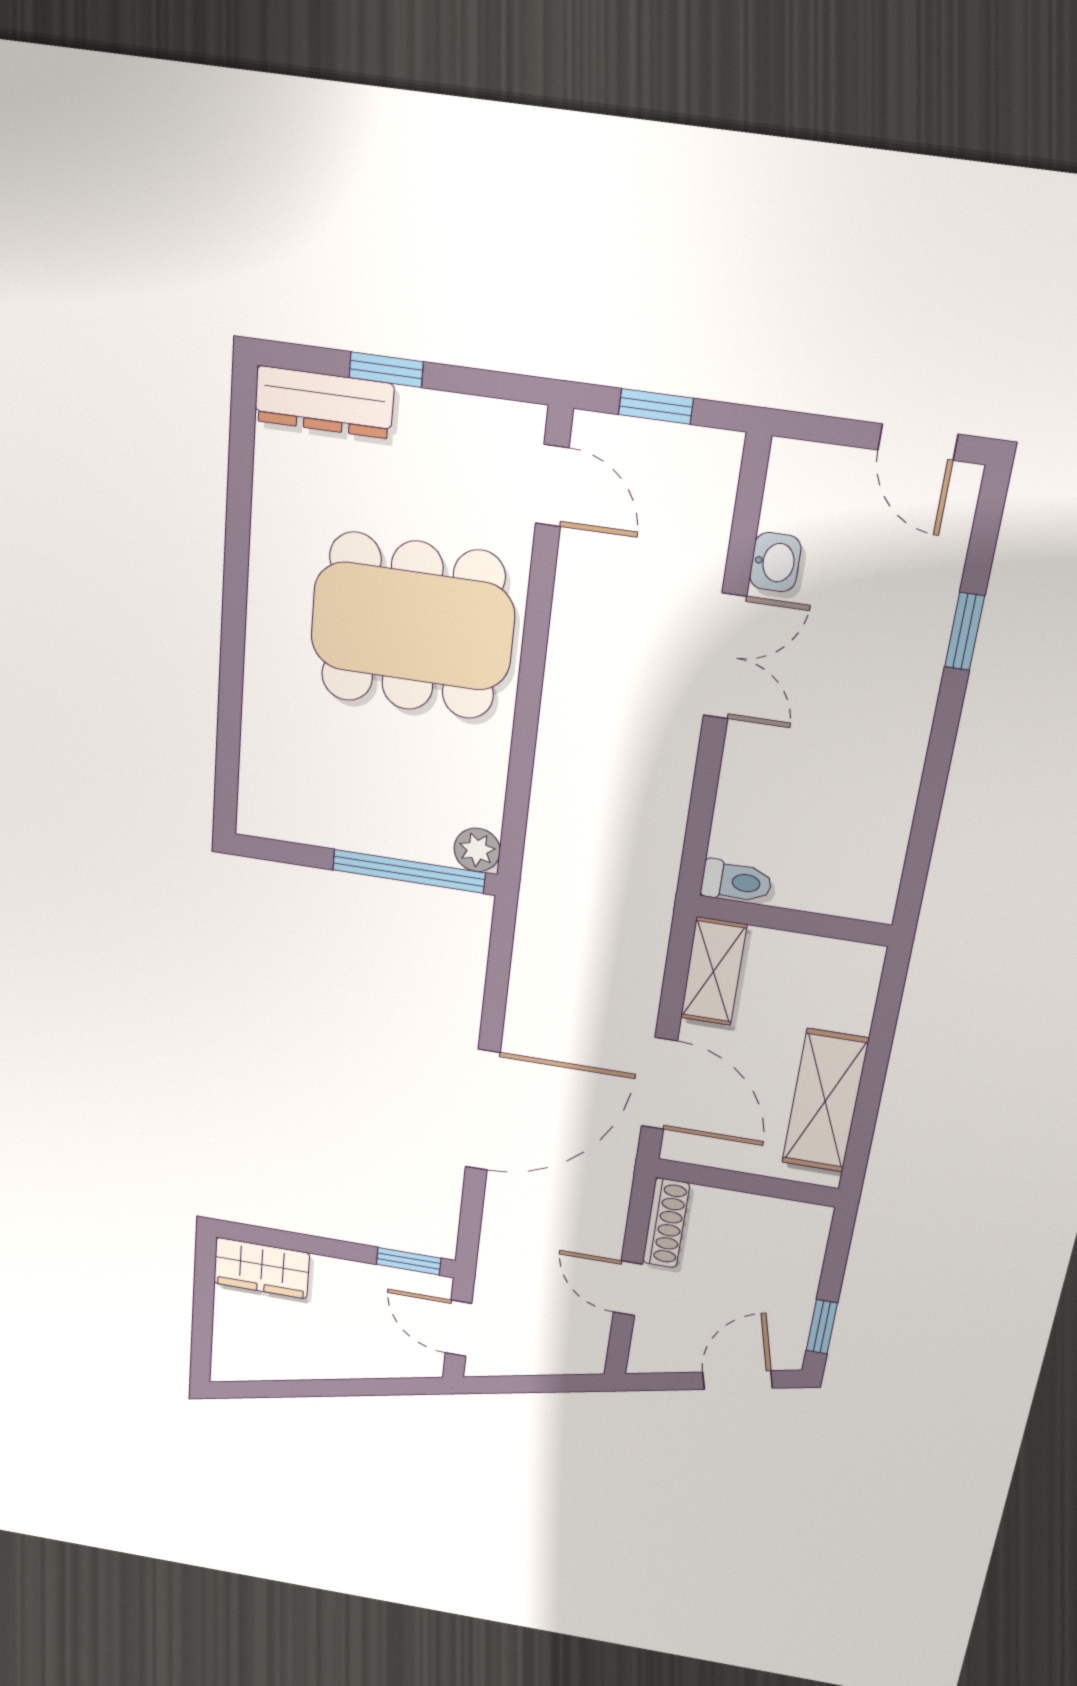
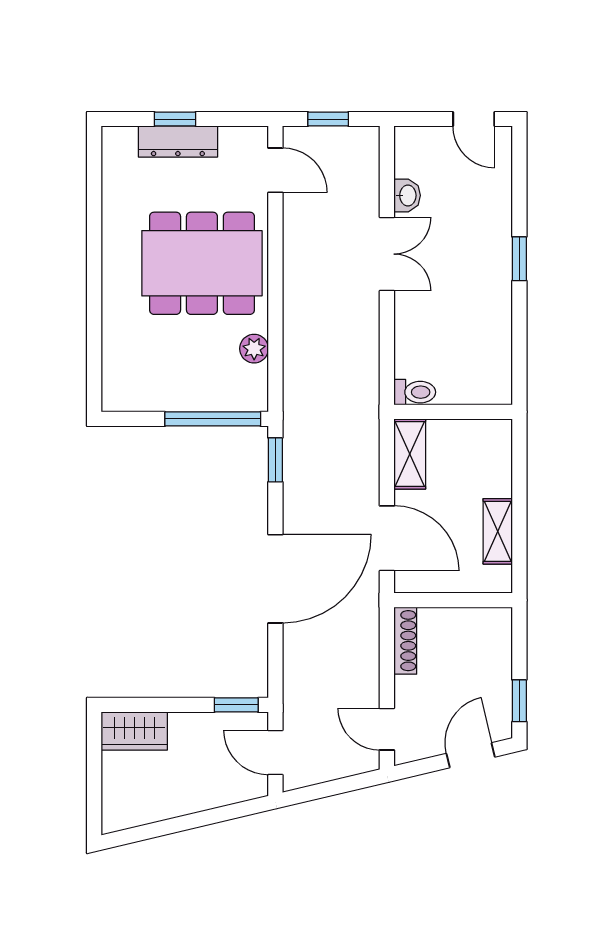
dresser: (324, 402) -> (178, 142), moved
window: (965, 631) -> (519, 259), moved
plant: (477, 850) -> (254, 349), moved
window: (501, 946) -> (275, 460), added
shelving: (825, 1101) -> (498, 531), width x0.67, depth x0.75
door: (628, 1288) -> (387, 729), moved

